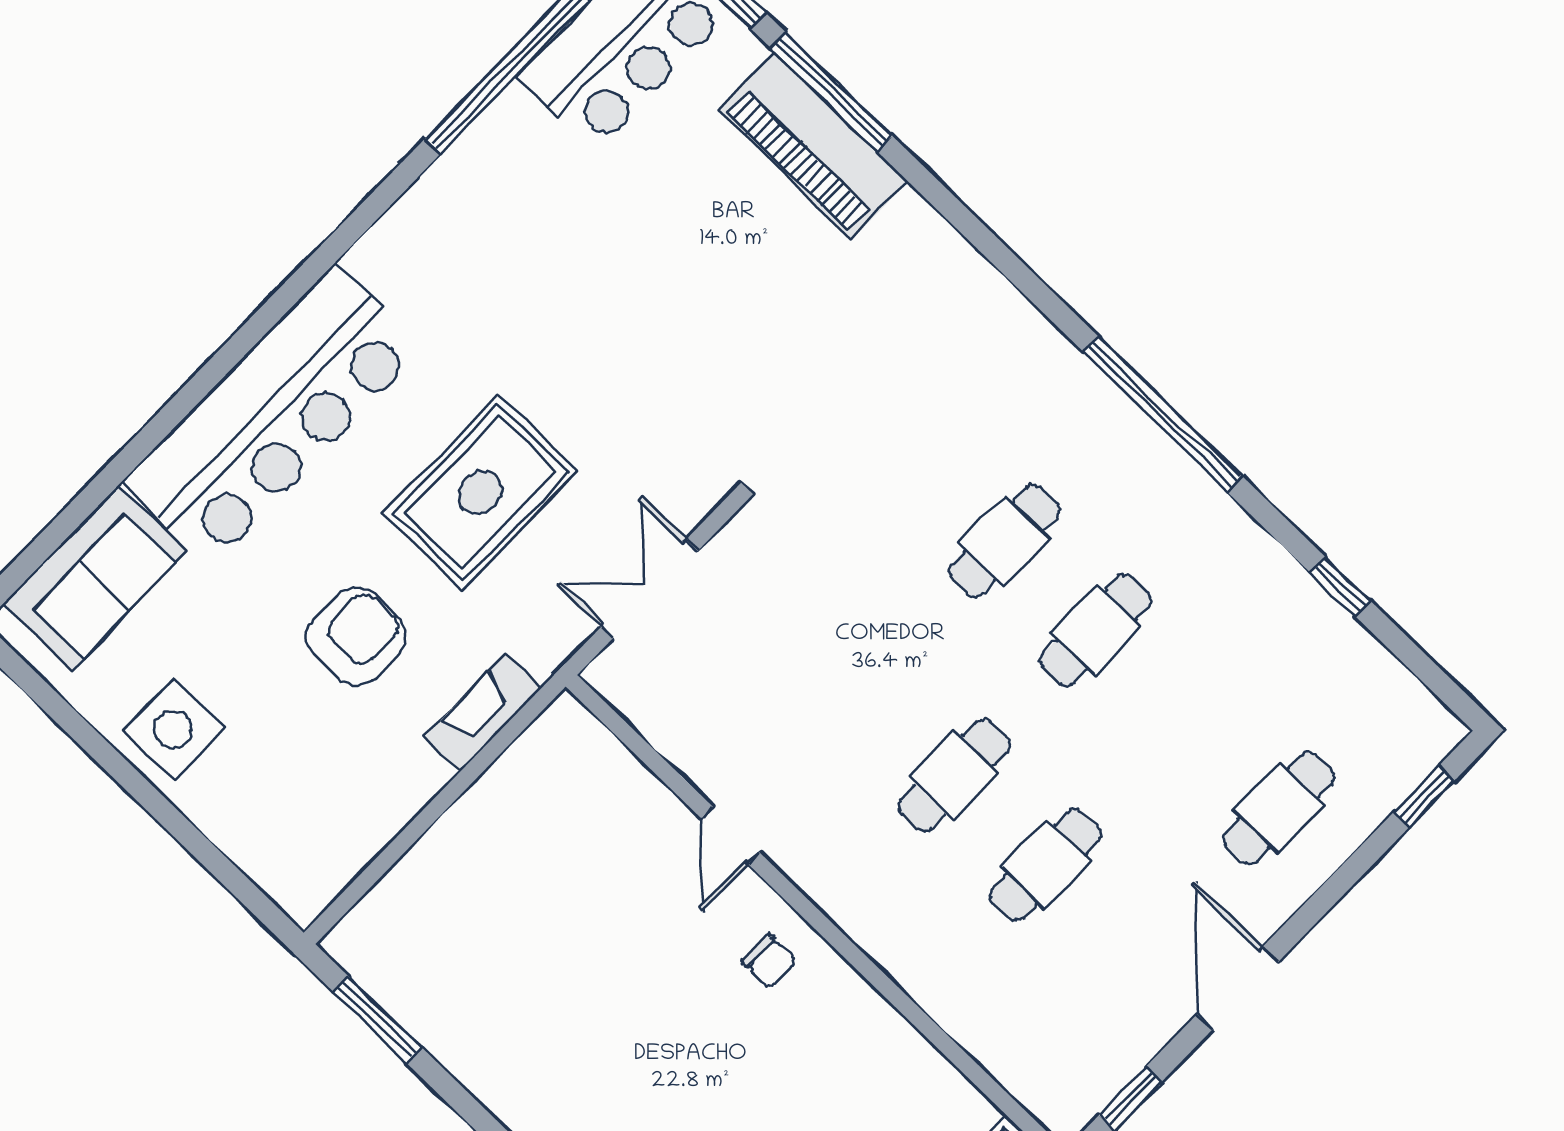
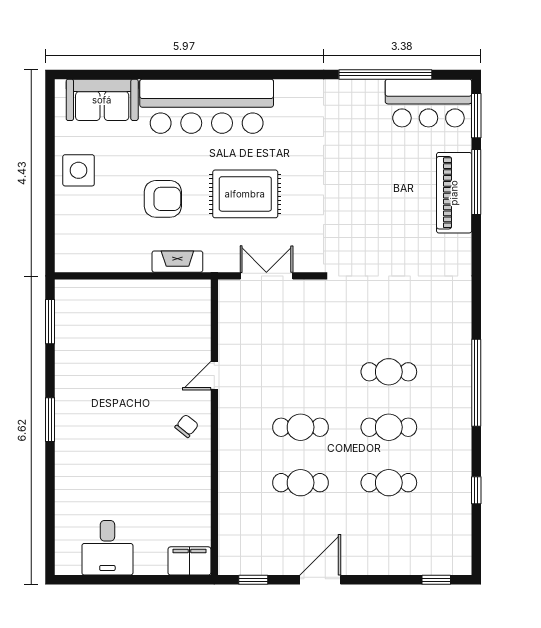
cafe table: (1279, 808) -> (389, 483), moved
chair: (769, 962) -> (187, 426), turned -141

